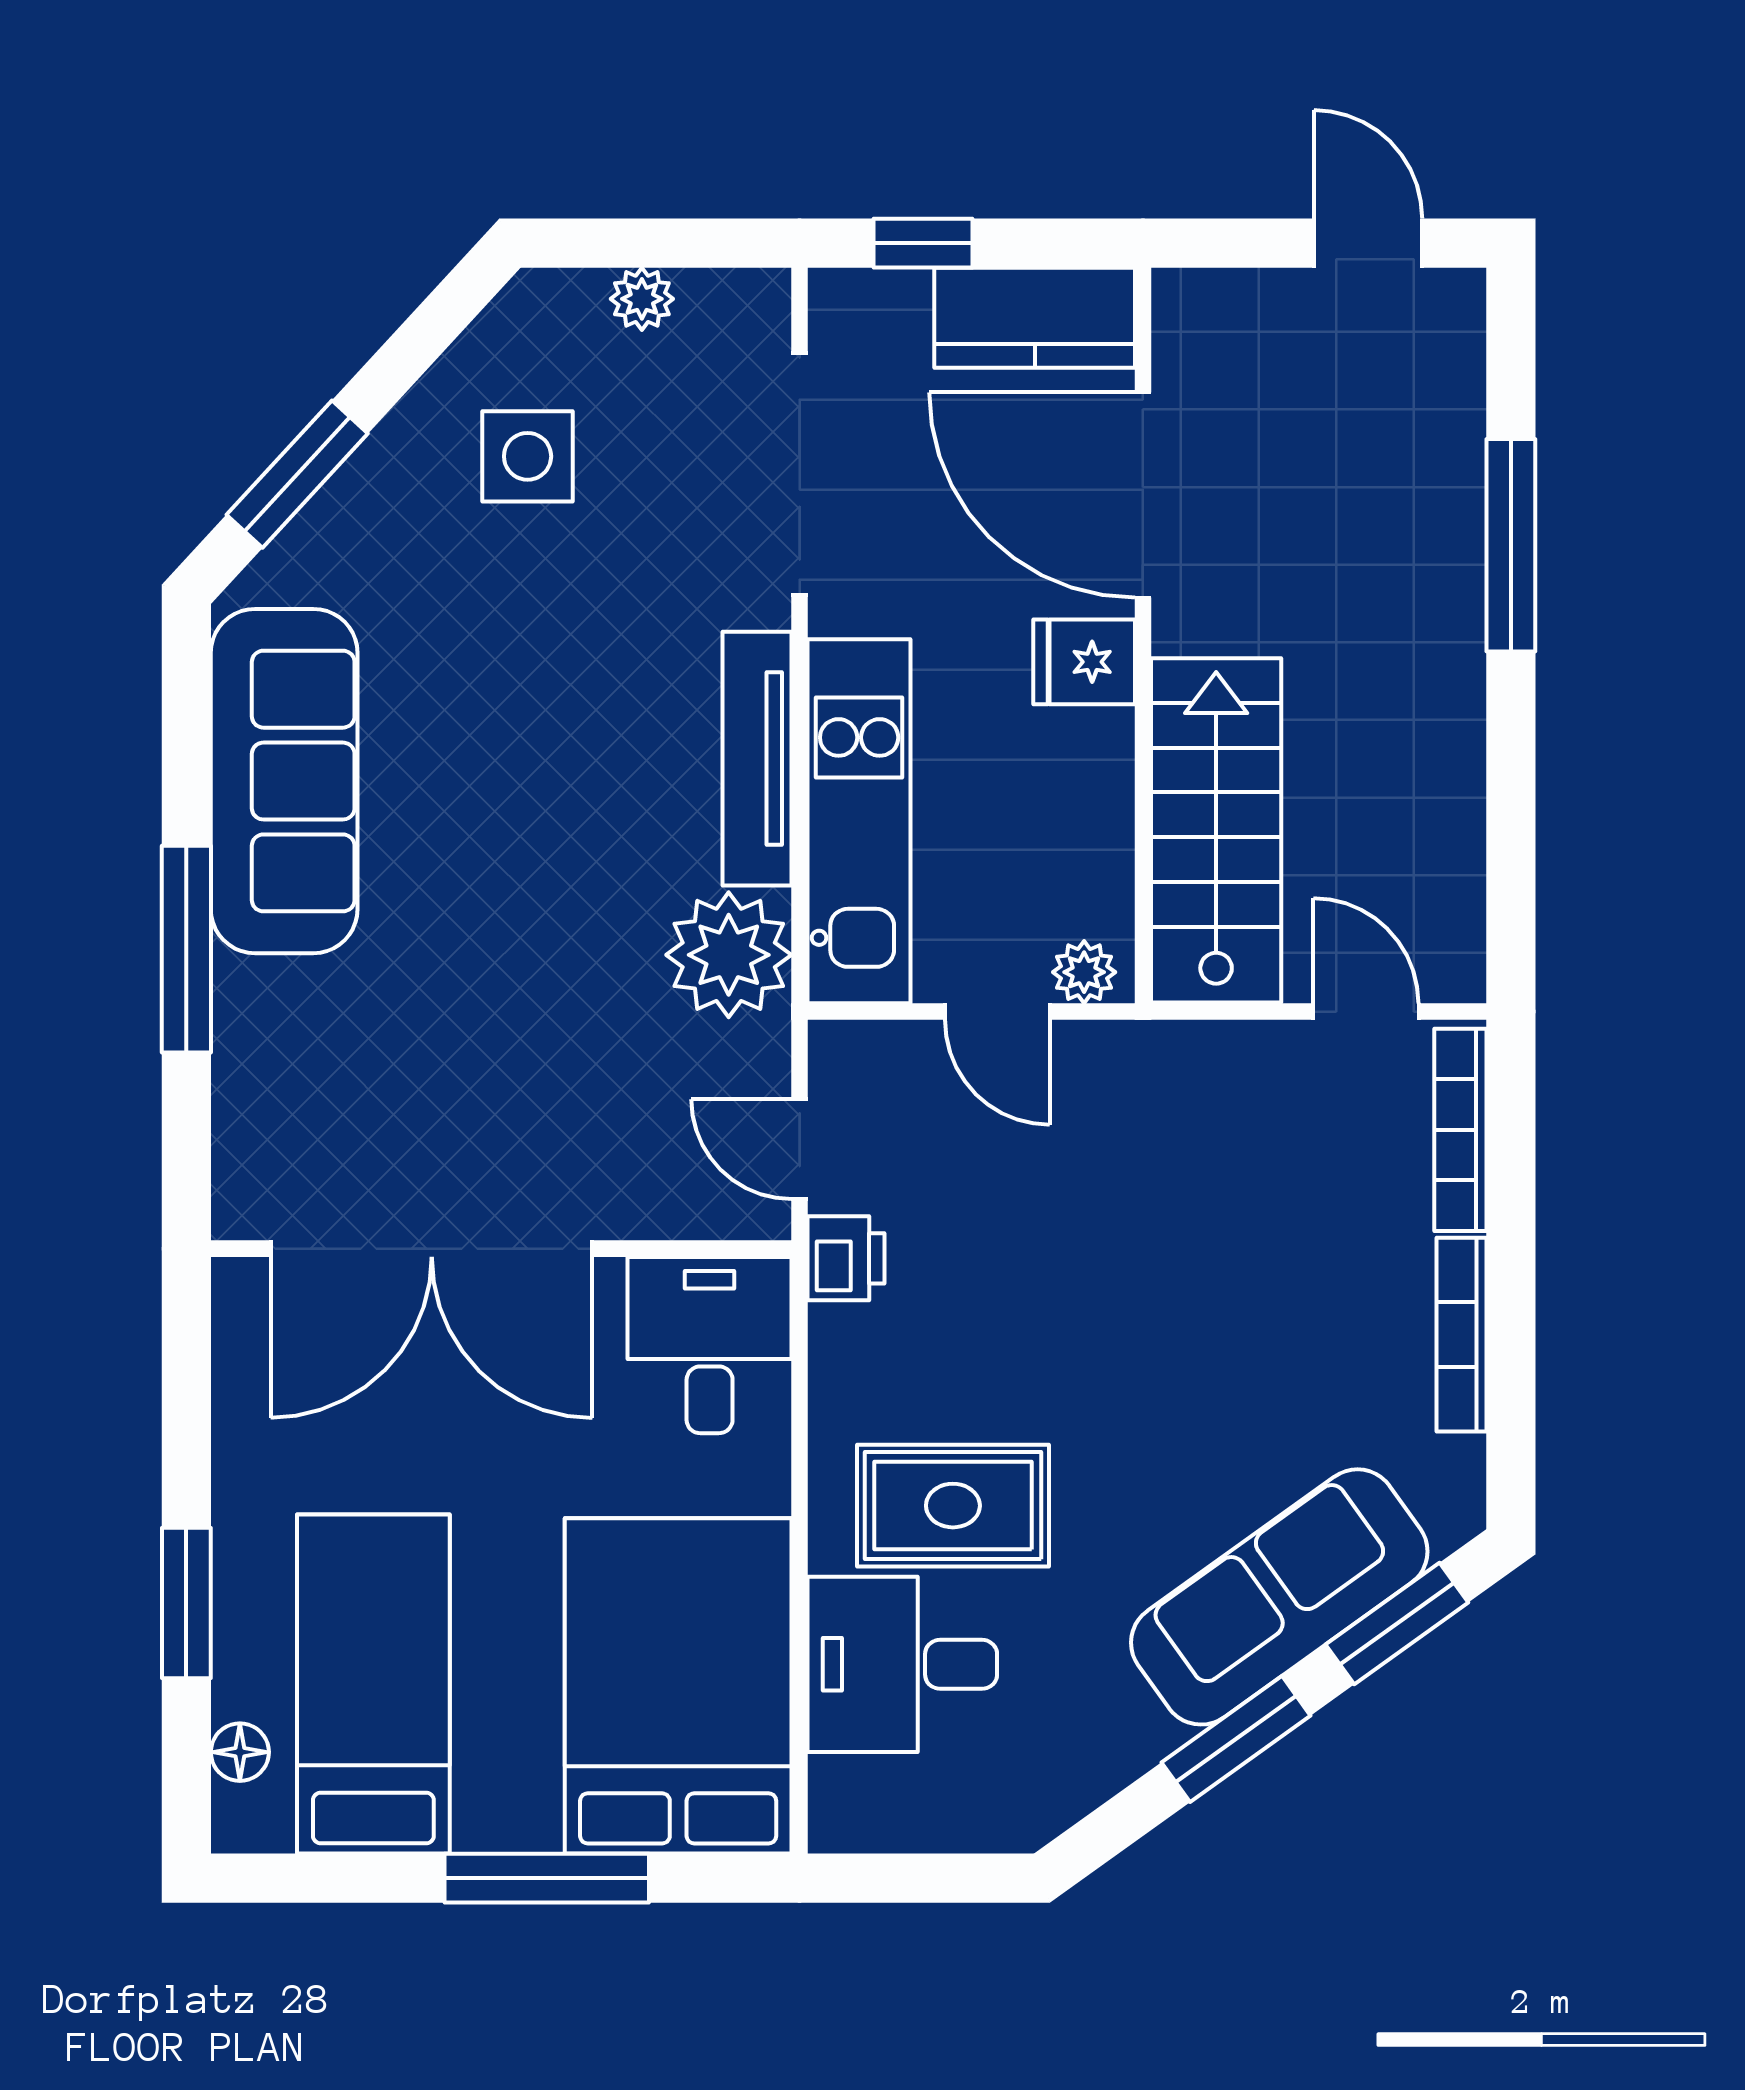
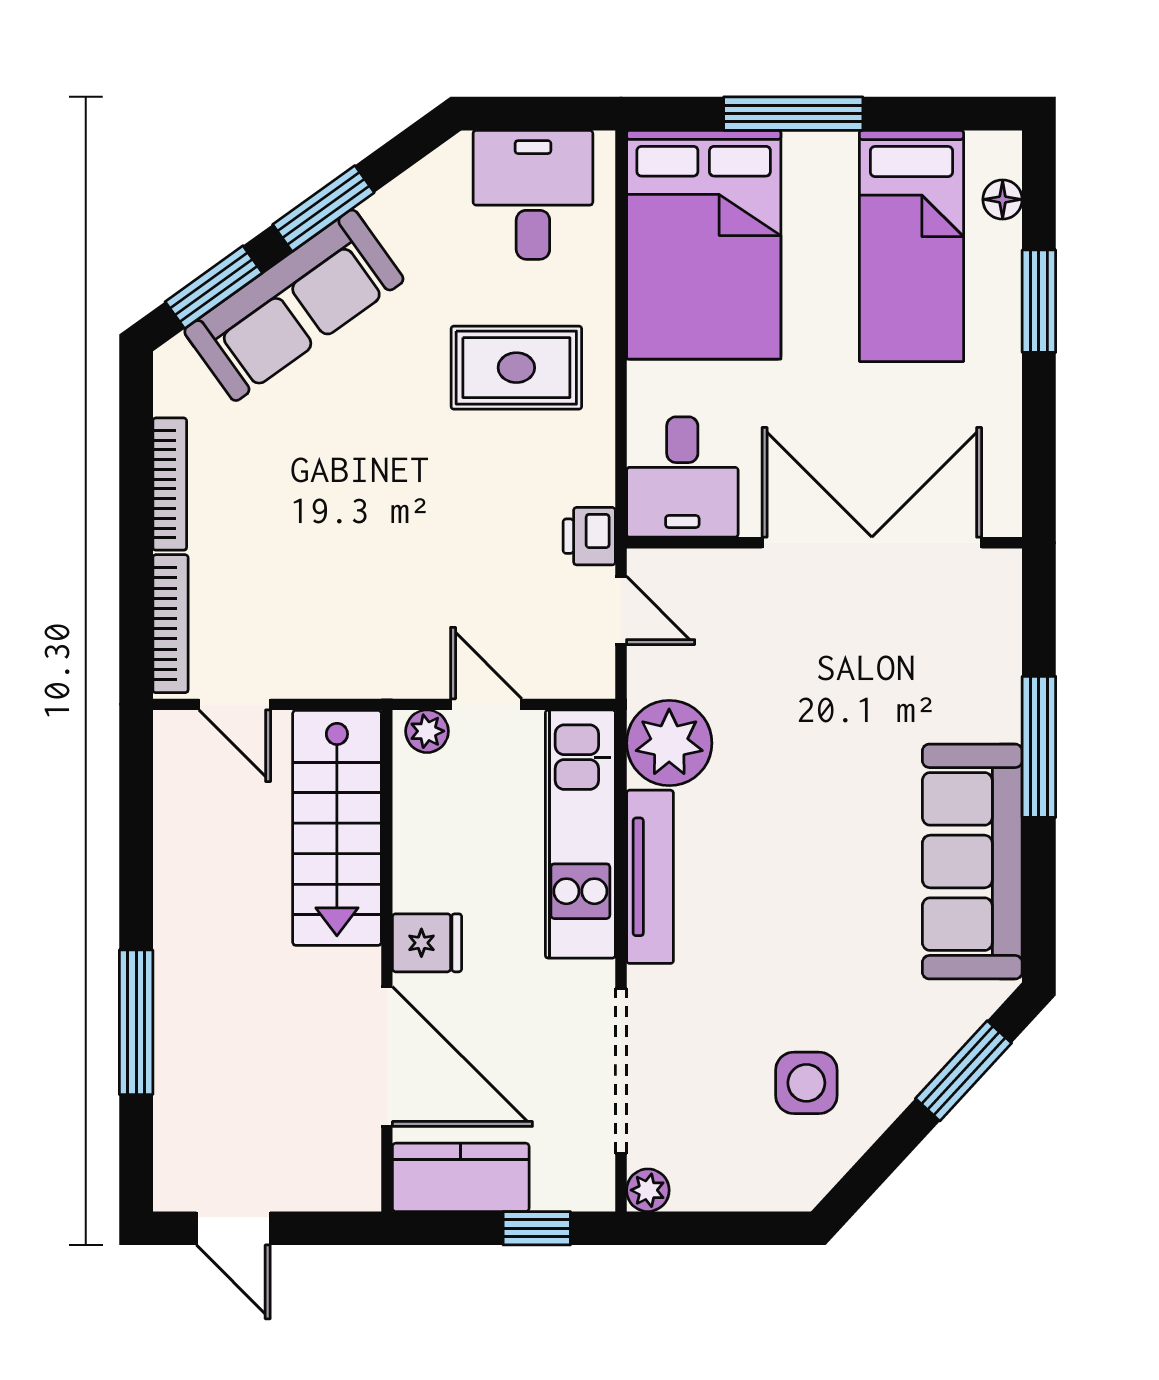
plant: (642, 299) -> (648, 1190), moved
desk: (902, 1664) -> (533, 195), moved, turned -90

